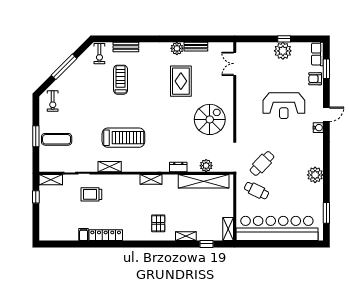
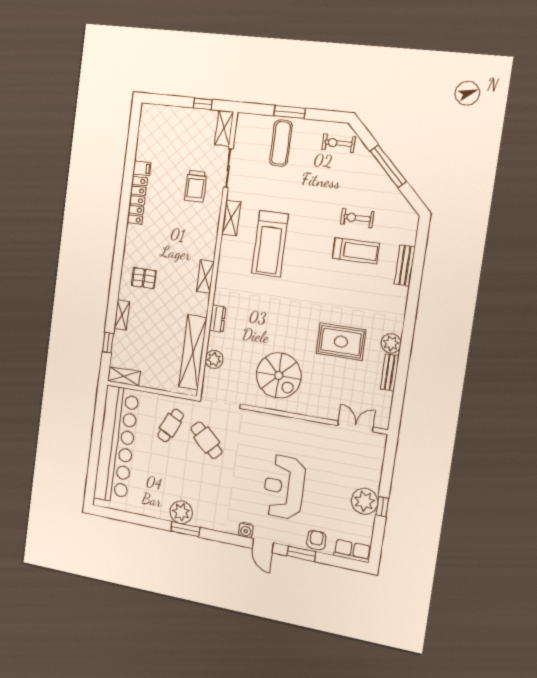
exercise bike: (99, 54) -> (357, 218), moved
window: (326, 69) -> (301, 554), moved
trolley: (91, 194) -> (196, 186), turned 180
window: (326, 213) -> (185, 529), moved

